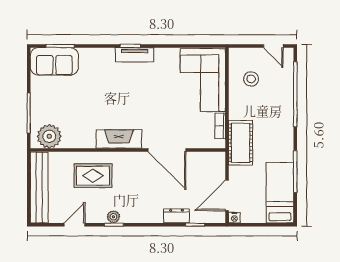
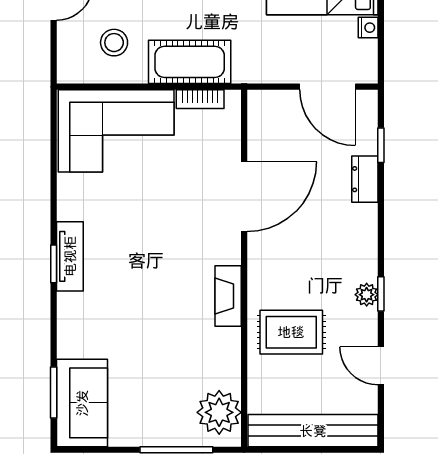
fireplace: (119, 139) -> (228, 296), width x0.73, depth x0.76
cot: (241, 143) -> (190, 62), moved
rug: (93, 176) -> (291, 332), turned 90
nightstand: (234, 218) -> (368, 28), moved

